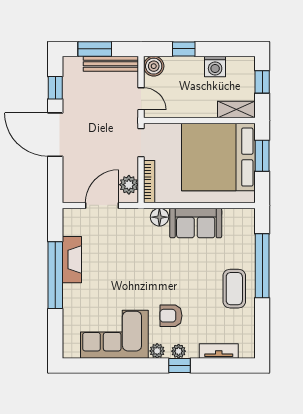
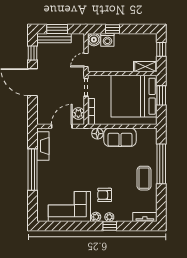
bench: (111, 64) -> (54, 38), moved
washing machine: (215, 66) -> (107, 40), moved
door: (141, 99) -> (86, 60), swing flipped
fireplace: (72, 260) -> (43, 146), moved
tv unit: (219, 351) -> (145, 217), moved

